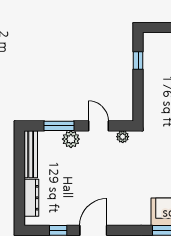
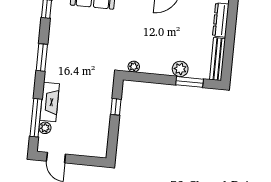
window: (138, 61) -> (116, 107), moved
door: (98, 126) -> (154, 78), removed

